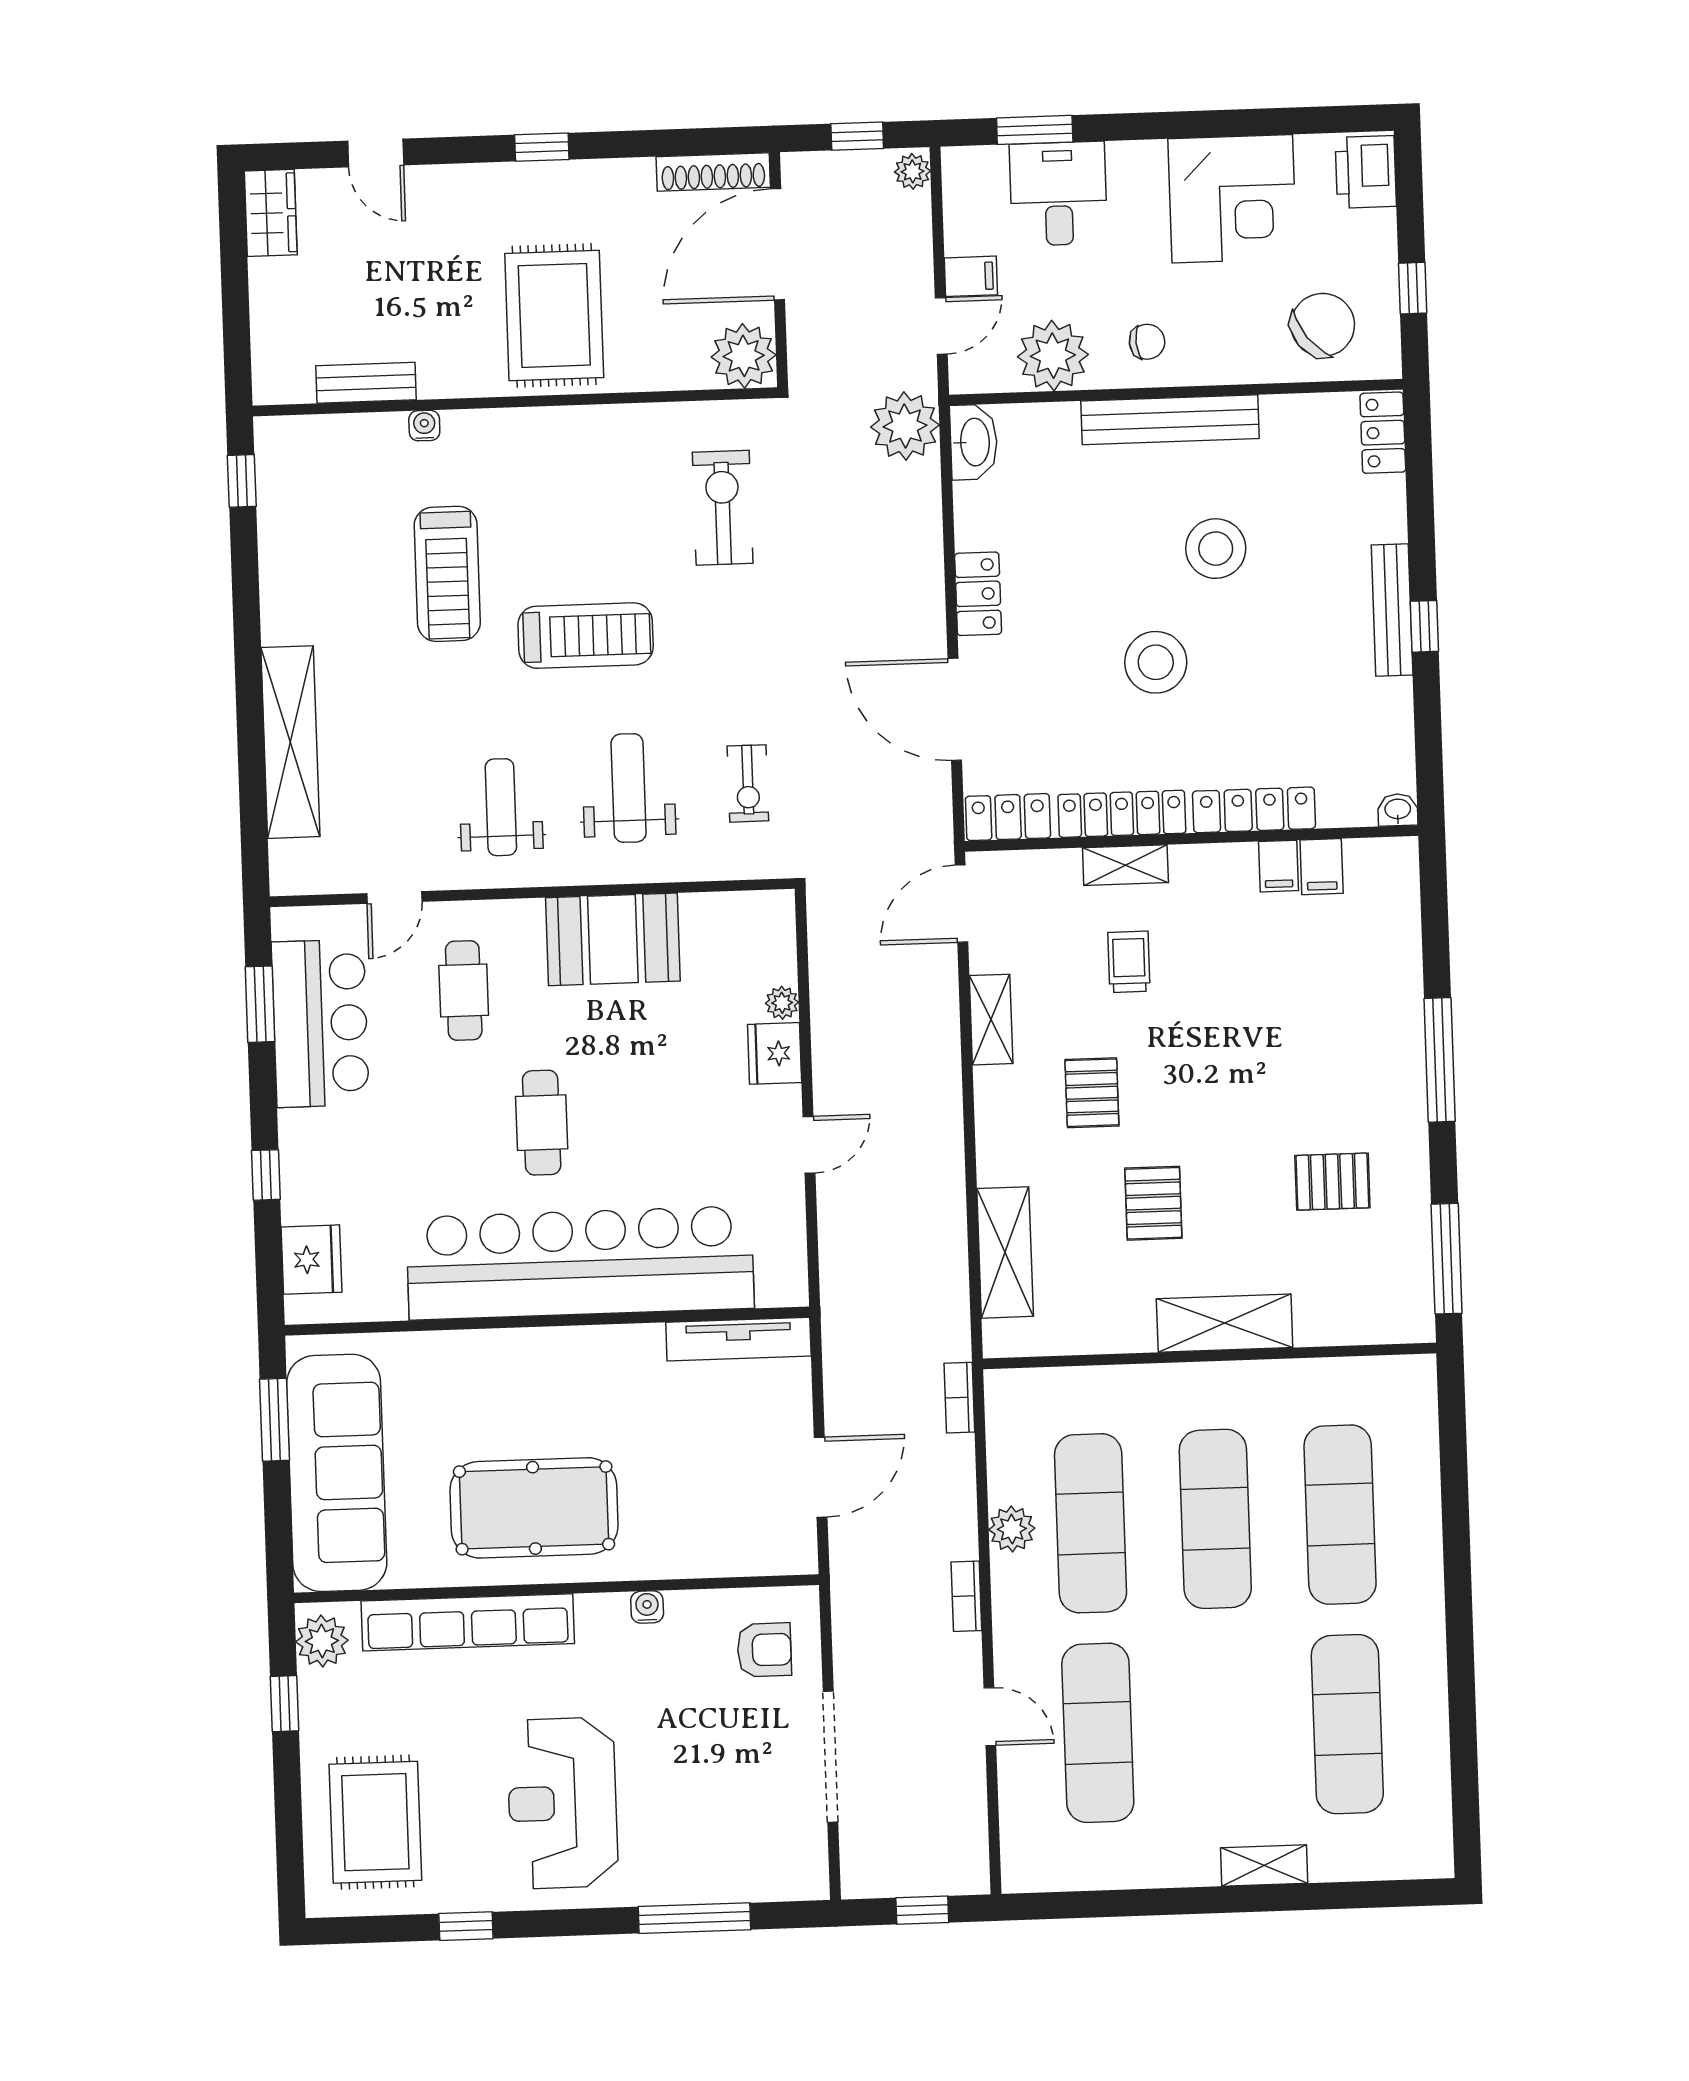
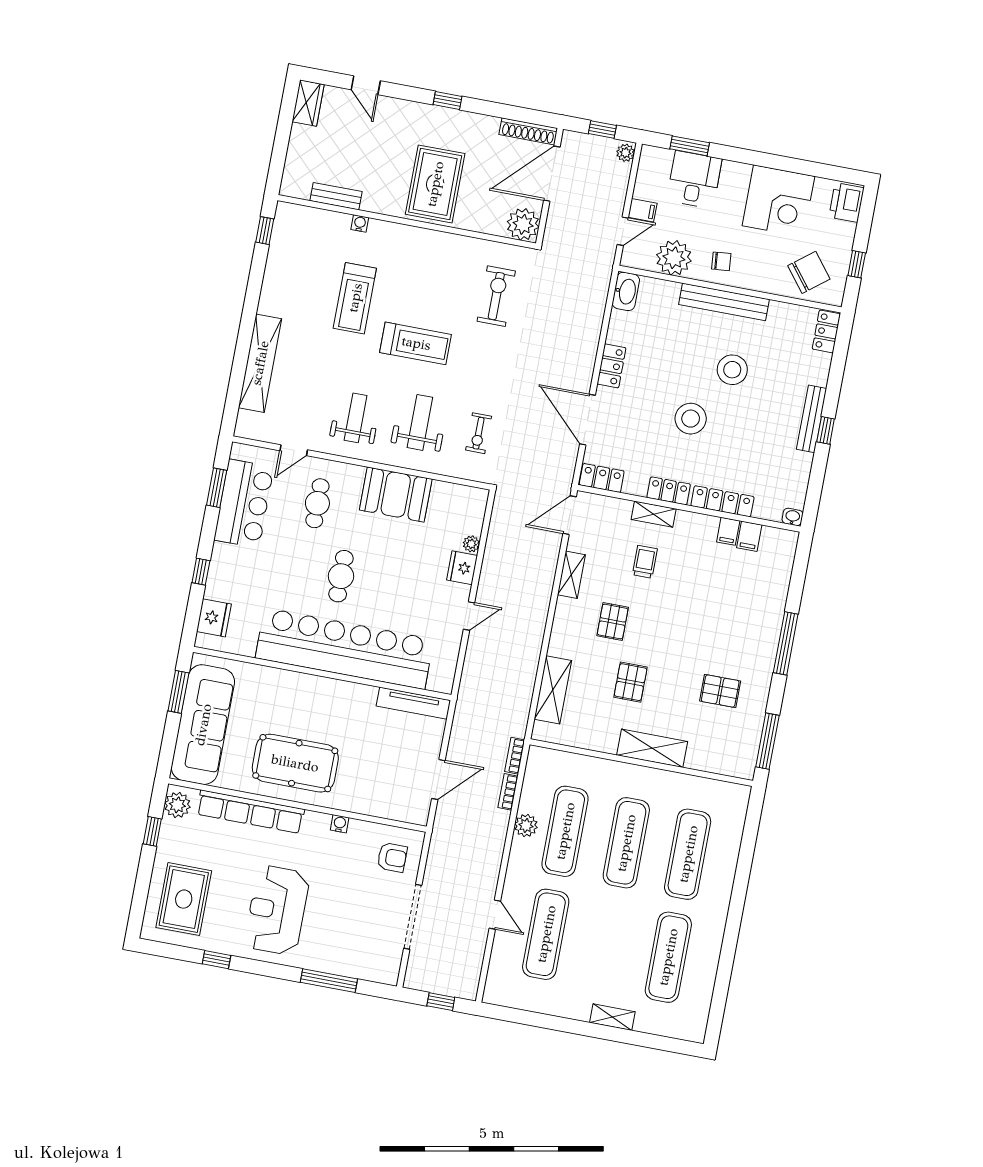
plant: (905, 426) -> (594, 276), removed
locker: (1122, 814) -> (669, 491), width x0.66
bookcase: (966, 1596) -> (508, 792), moved

